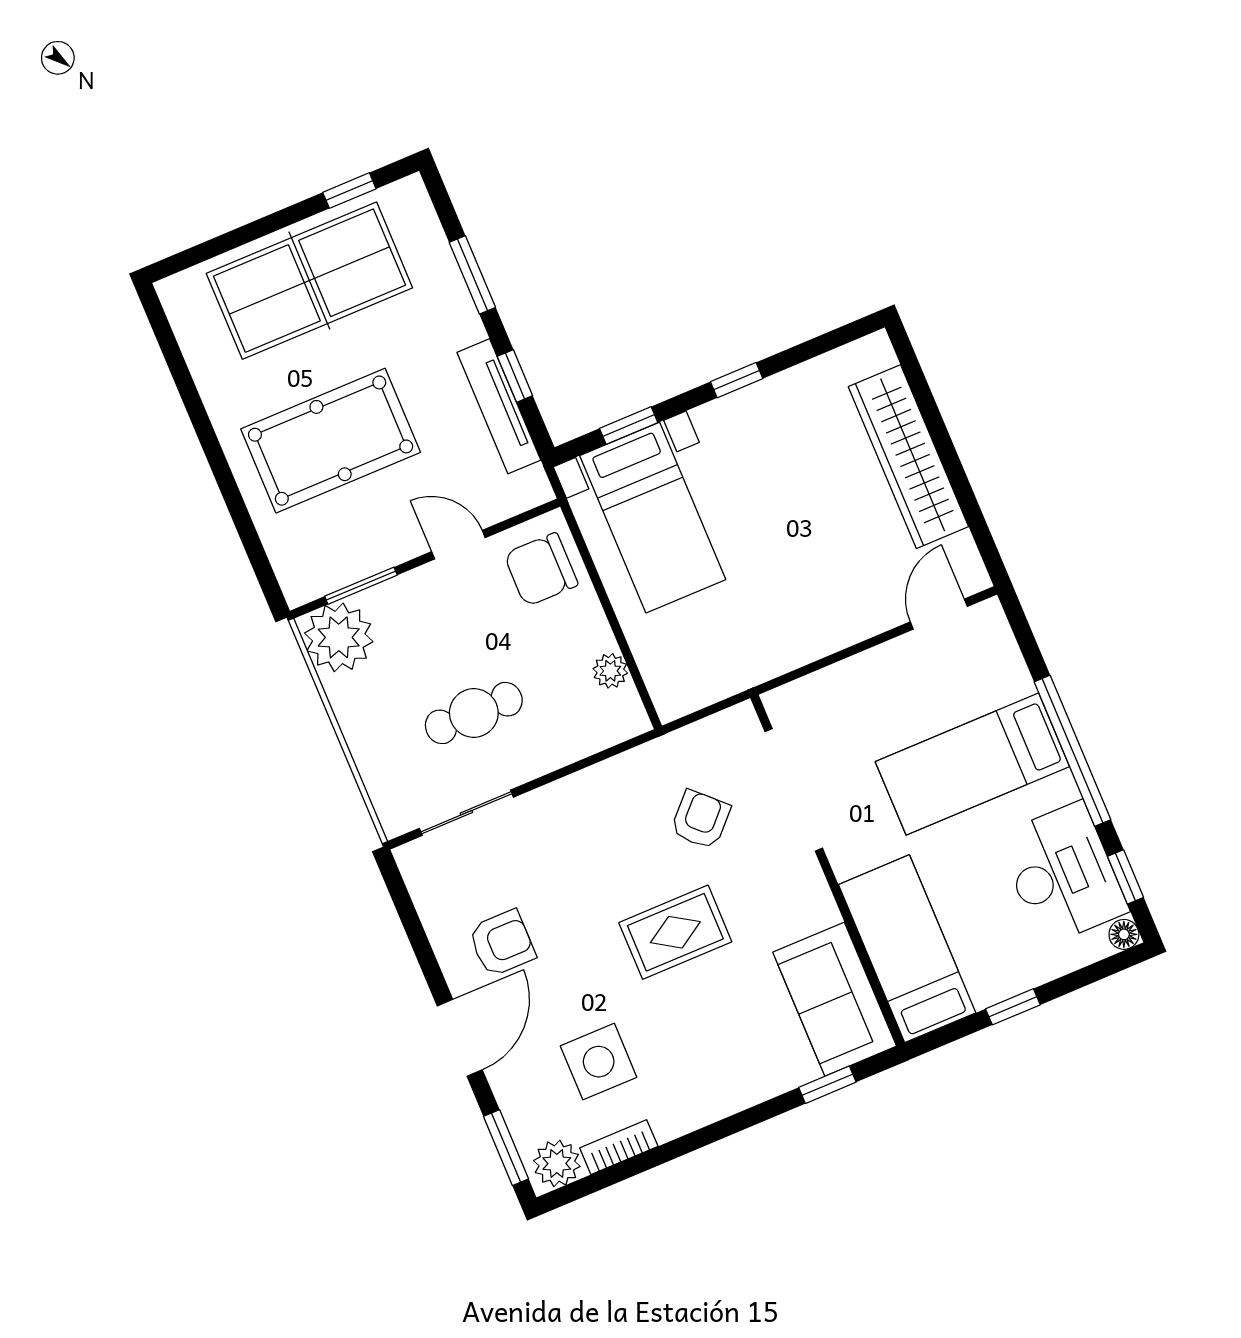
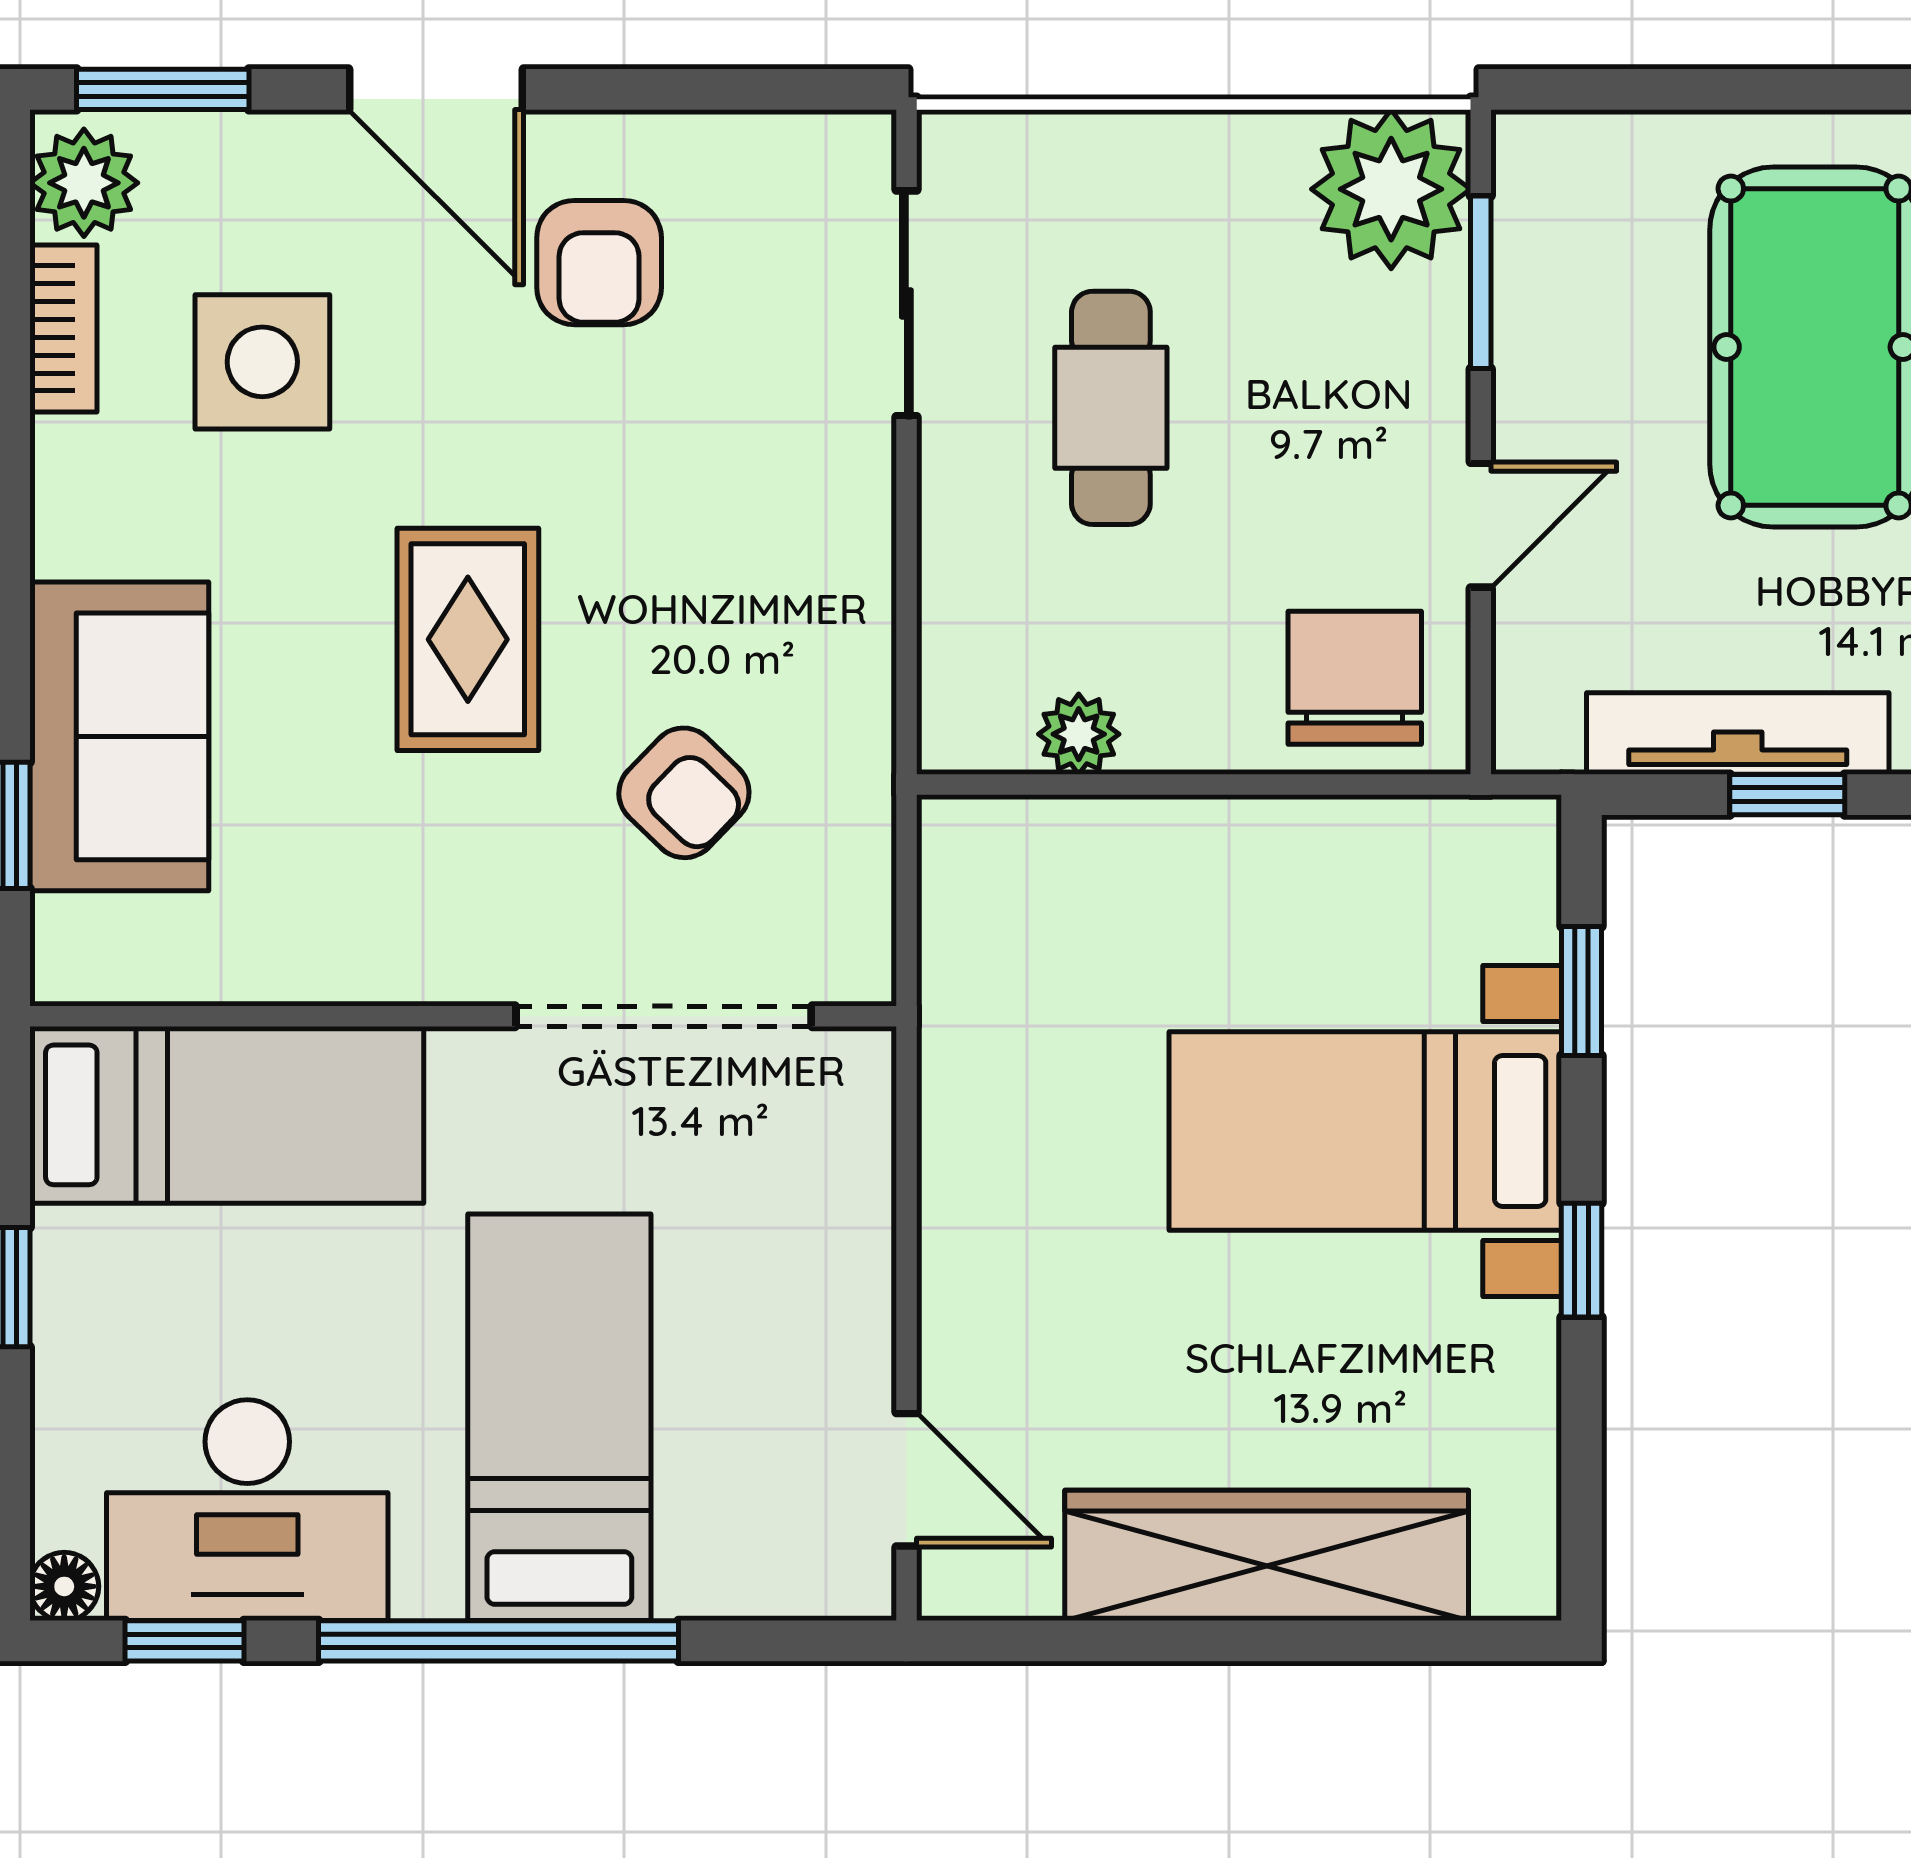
bed with nightstands: (653, 518) -> (1365, 1131), moved
sofa: (835, 999) -> (119, 736), moved, turned 90

